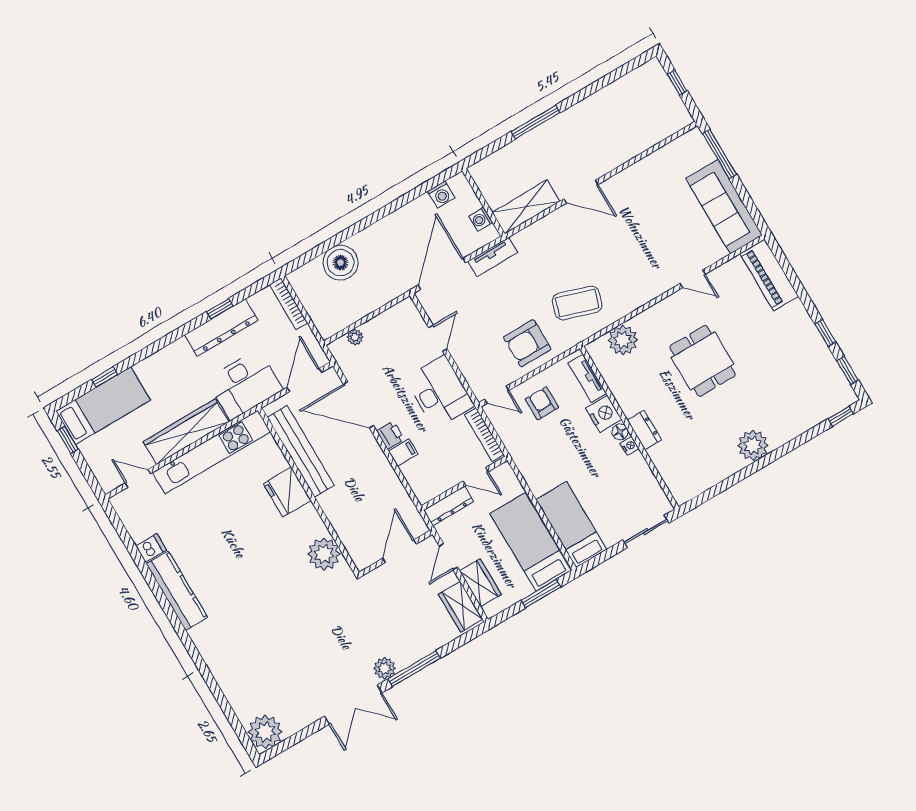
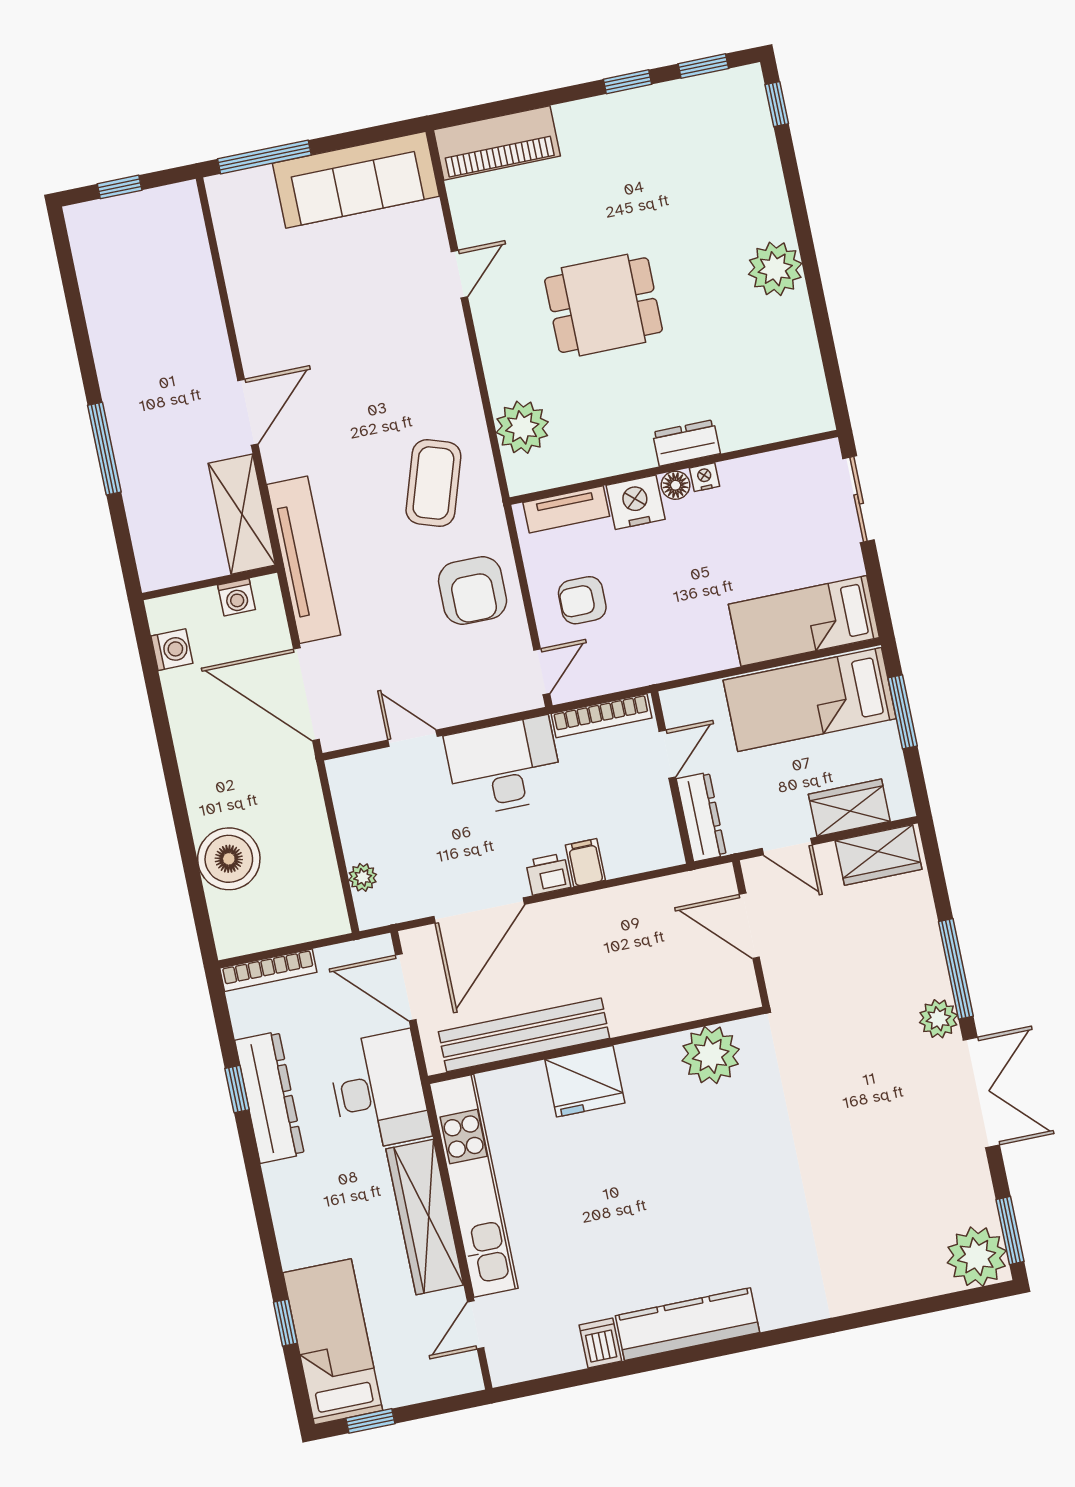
tv unit: (493, 257) -> (304, 560), width x1.92, depth x1.29
window: (285, 745) -> (1010, 1231), added

